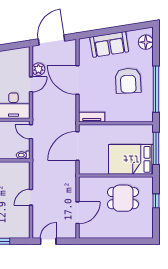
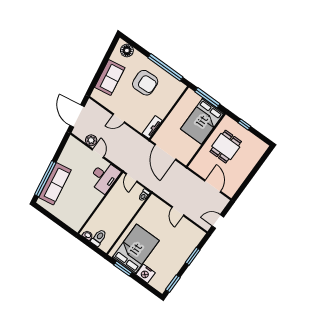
door: (77, 80) -> (119, 118), width x0.53
door: (31, 132) -> (131, 178), hinge flipped
door: (48, 241) -> (218, 221), hinge flipped

